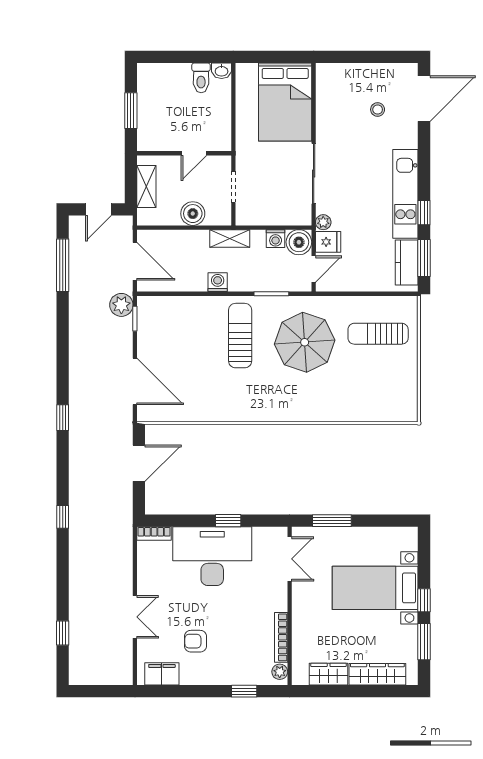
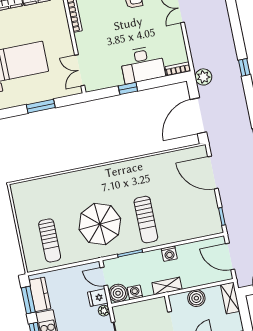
shelving: (146, 187) -> (230, 298), moved
door: (314, 269) -> (104, 277), hinge flipped
plant: (121, 305) -> (203, 77), moved
sun lounger: (378, 334) -> (50, 240), turned 90
door: (139, 463) -> (198, 116), width x1.36
window: (332, 521) -> (41, 106), moved
desk: (212, 556) -> (142, 65), width x0.73, depth x0.77

